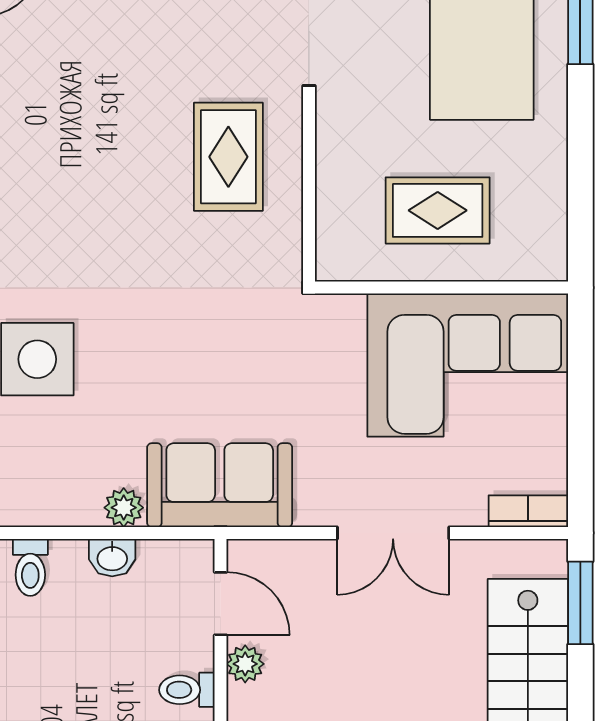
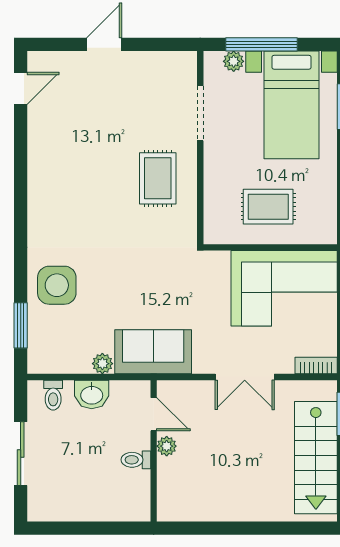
washbasin: (112, 558) -> (92, 394), width x1.38, depth x1.45

